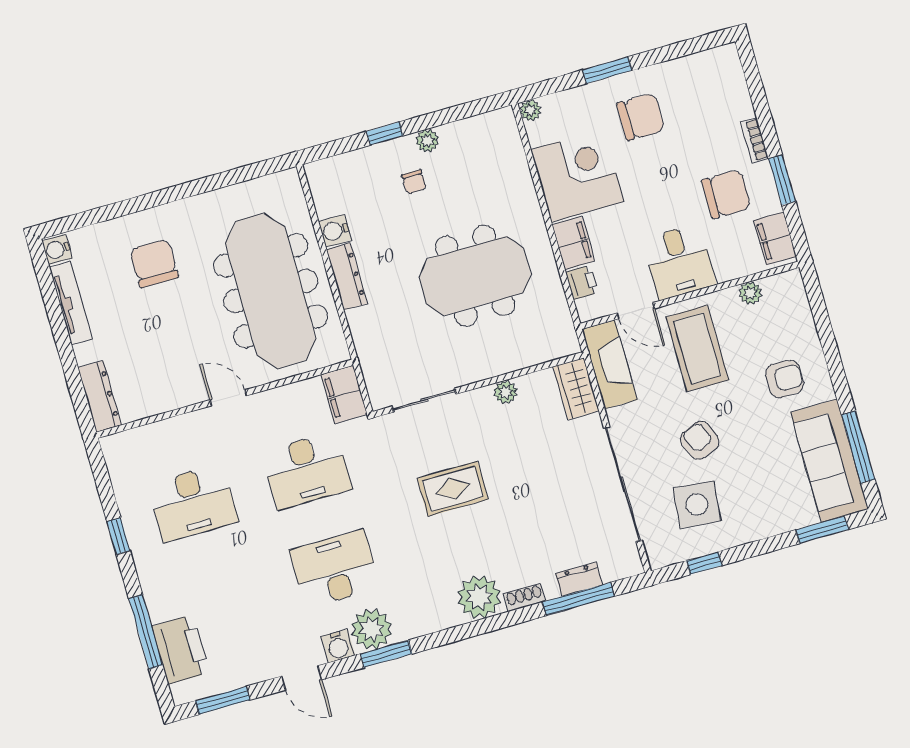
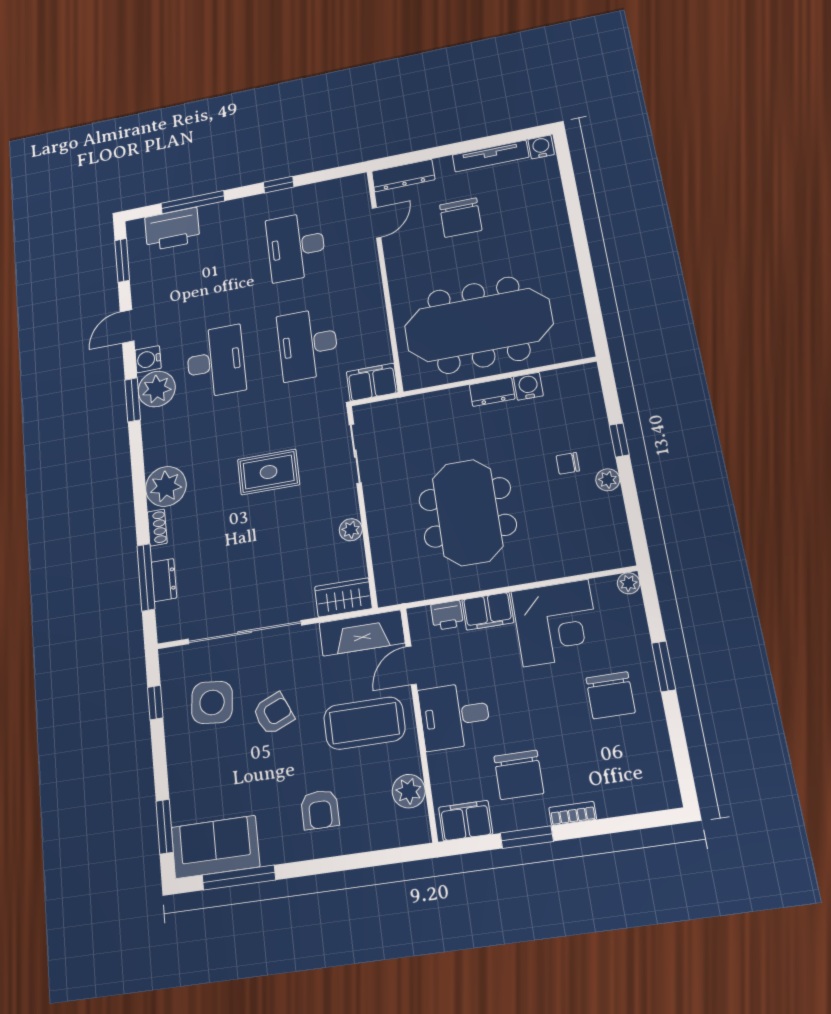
chair: (154, 263) -> (461, 218), moved, turned 90
dresser: (347, 277) -> (492, 392), width x0.70
plant: (750, 293) -> (409, 791), width x1.38, depth x1.38
door: (228, 398) -> (376, 223), moved
sofa: (829, 461) -> (215, 847), width x0.73
rug: (453, 489) -> (269, 472), turned 90

